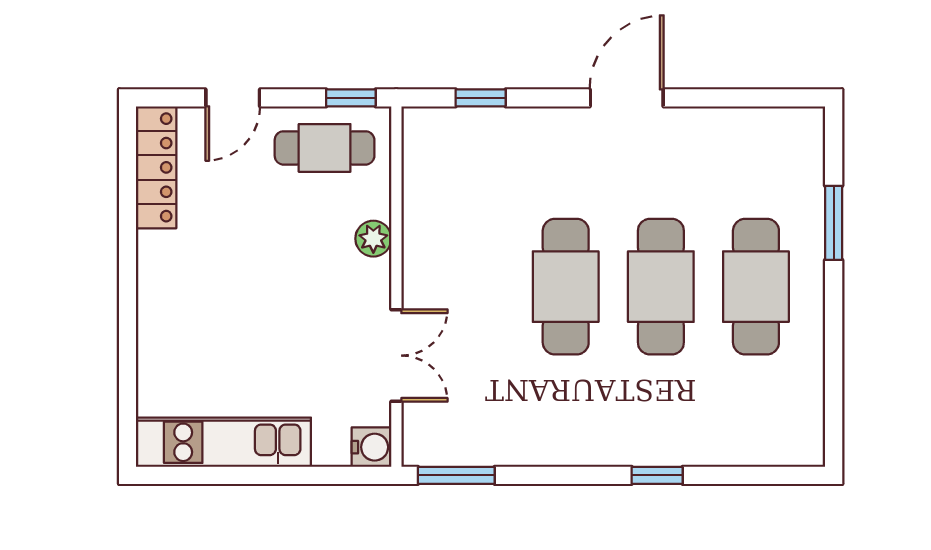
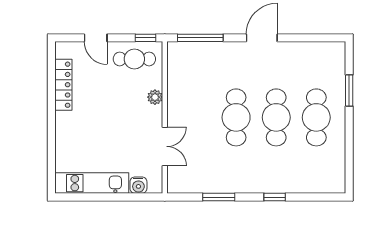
door: (233, 98) -> (96, 38), hinge flipped
window: (481, 98) -> (200, 38), width x2.17
locker: (156, 167) -> (63, 85), moved
water cooler: (371, 447) -> (138, 185), moved, turned 90
window: (456, 475) -> (219, 197), moved

